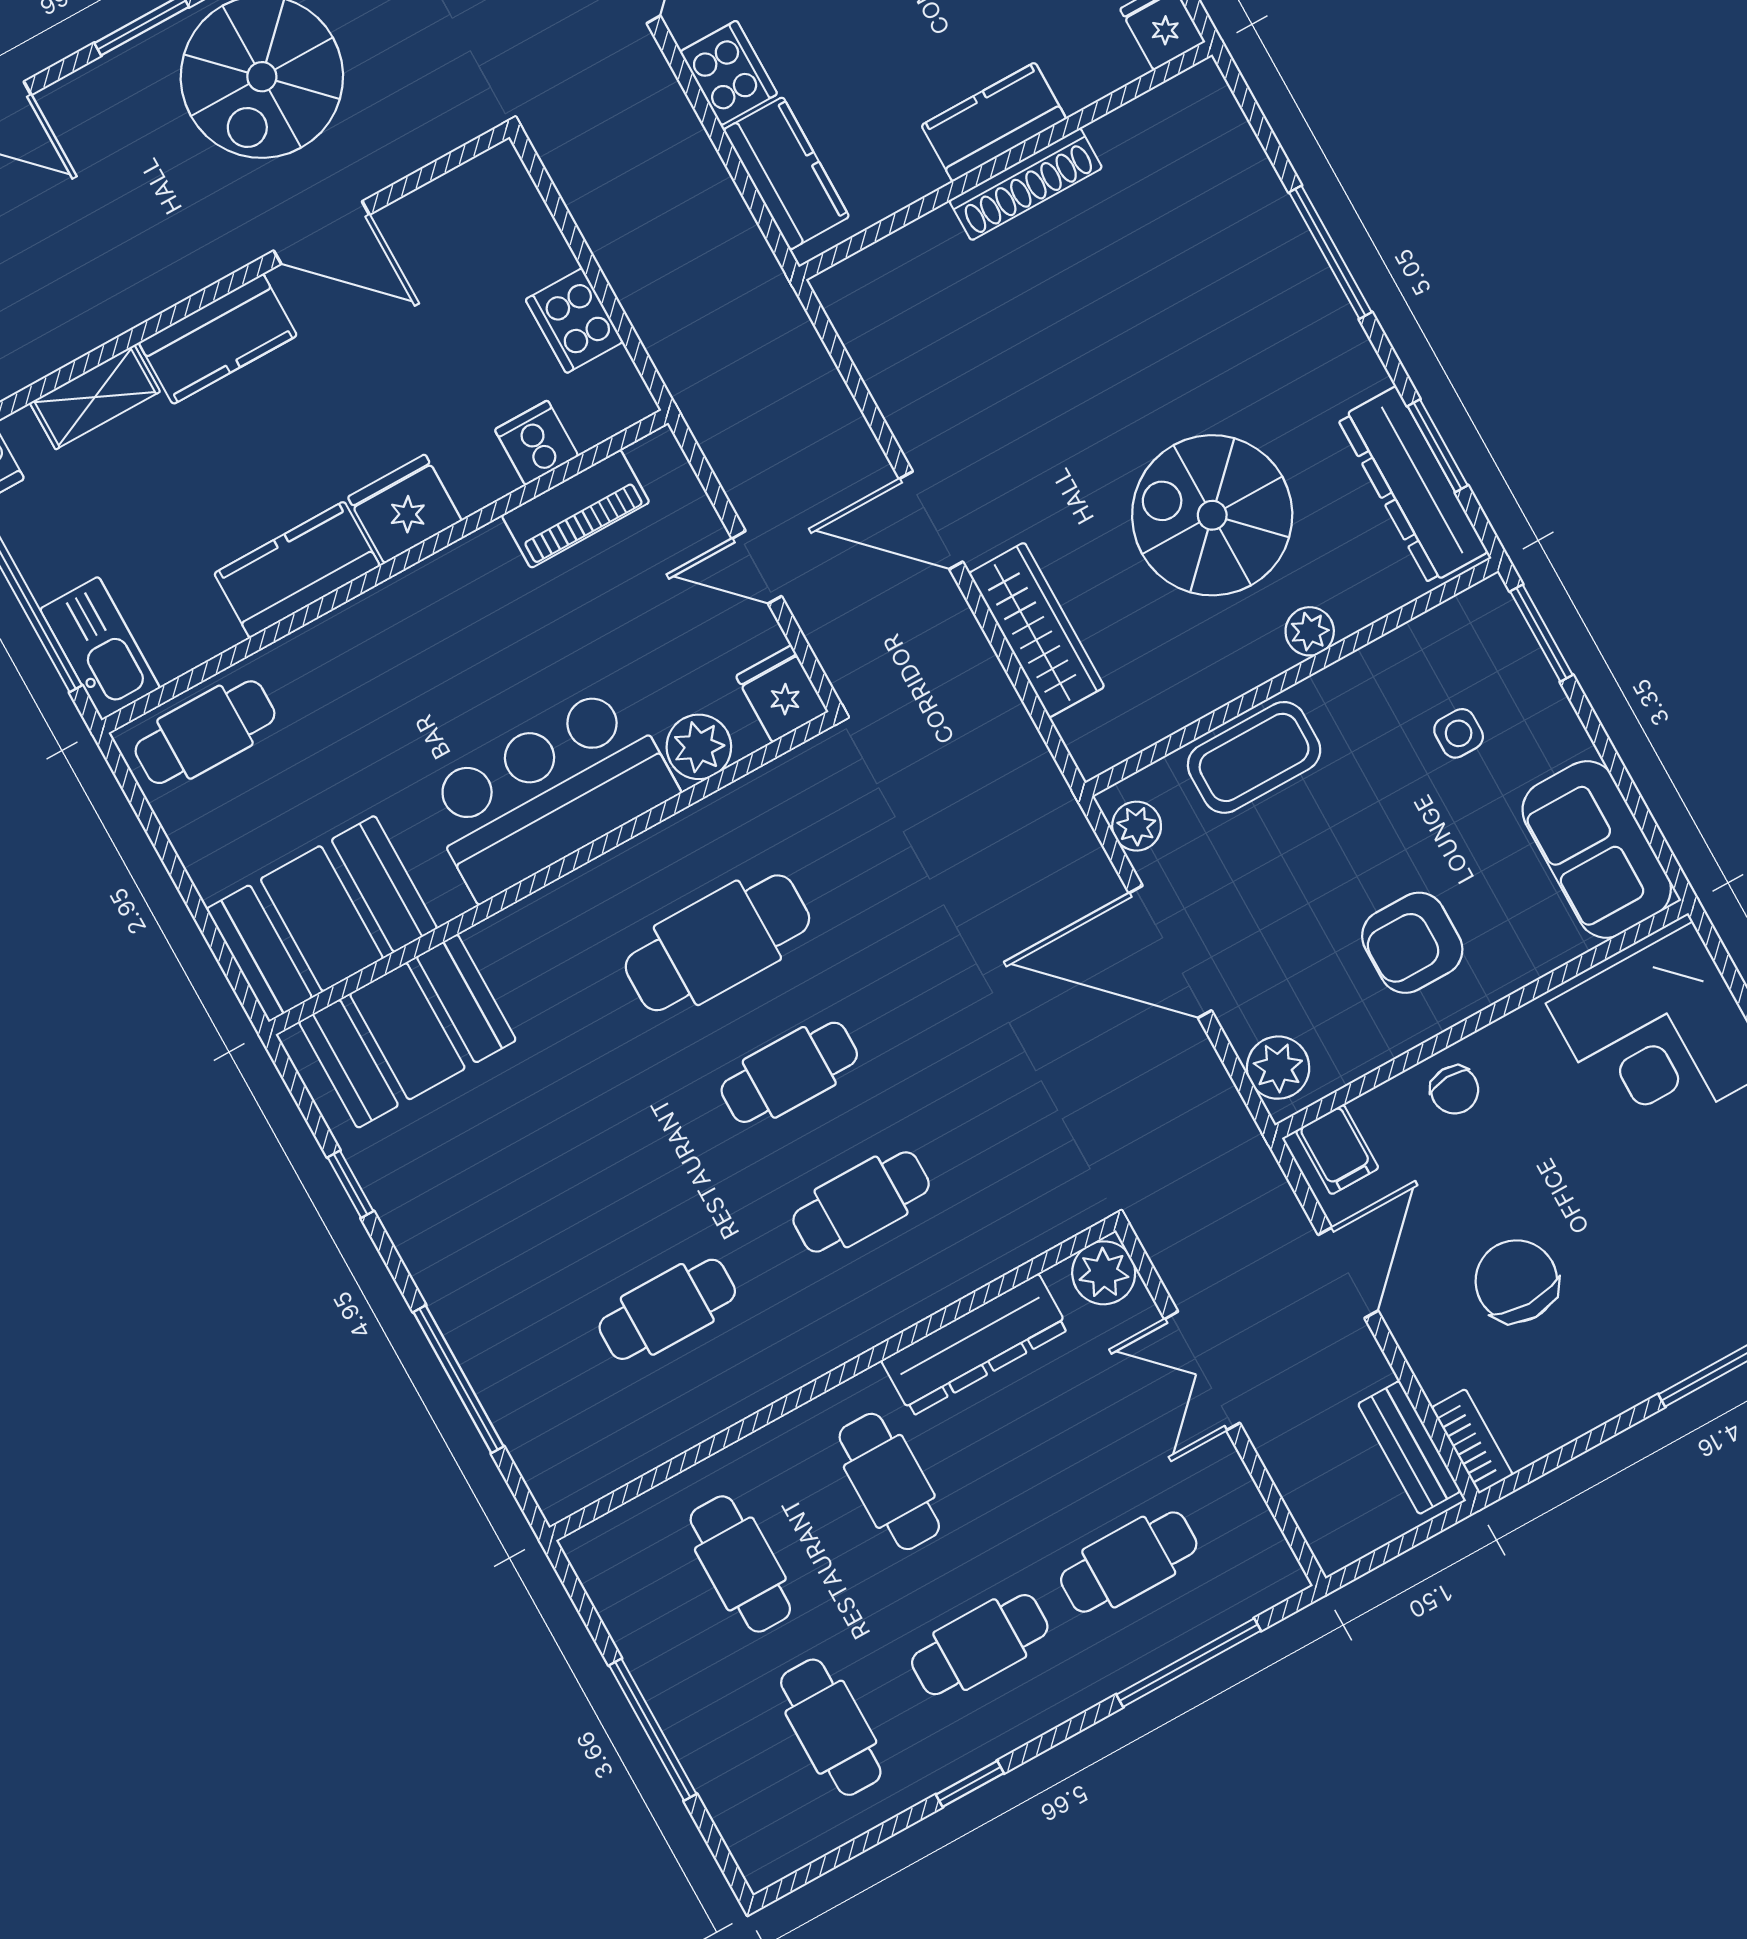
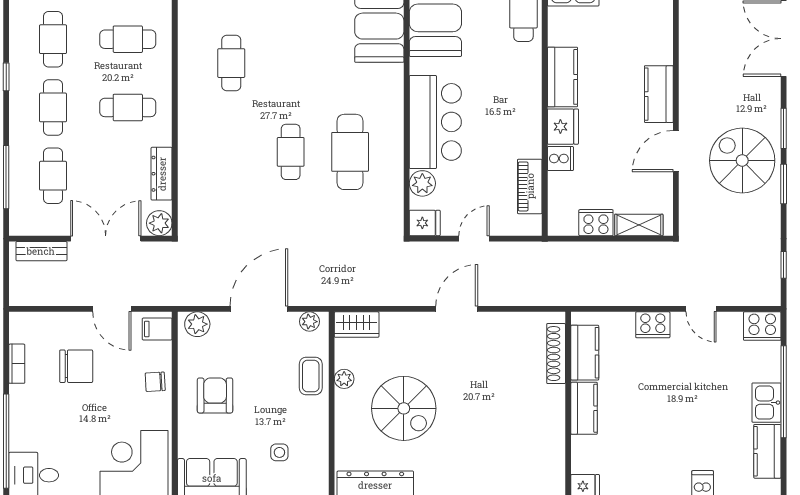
kitchen counter: (786, 173) -> (585, 353), moved, turned -90
shoe rack: (1026, 184) -> (556, 354), moved
shelving: (95, 397) -> (639, 225), moved, turned 90
cooker: (537, 443) -> (560, 159), moved
spiral stairs: (1212, 515) -> (404, 408), turned 90
wardrobe: (1037, 630) -> (357, 325), moved, width x0.67
plant: (1310, 631) -> (344, 379), moved
coffee table: (1254, 757) -> (311, 376), width x0.73, depth x0.77
cafe table: (861, 1202) -> (231, 152), removed
dresser: (975, 1345) -> (162, 174), width x0.73, depth x0.80
double door: (1202, 1371) -> (106, 239), width x1.37
bookcase: (1472, 1441) -> (17, 364), moved, turned -90
bench: (1409, 1447) -> (41, 251), moved
cafe table: (831, 1727) -> (53, 39), turned 90

